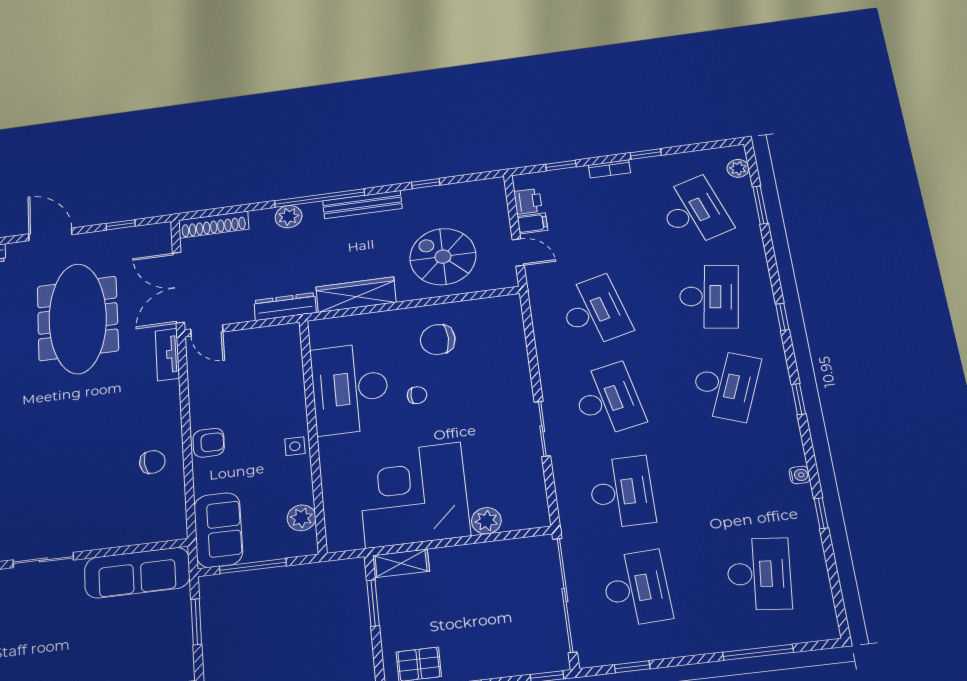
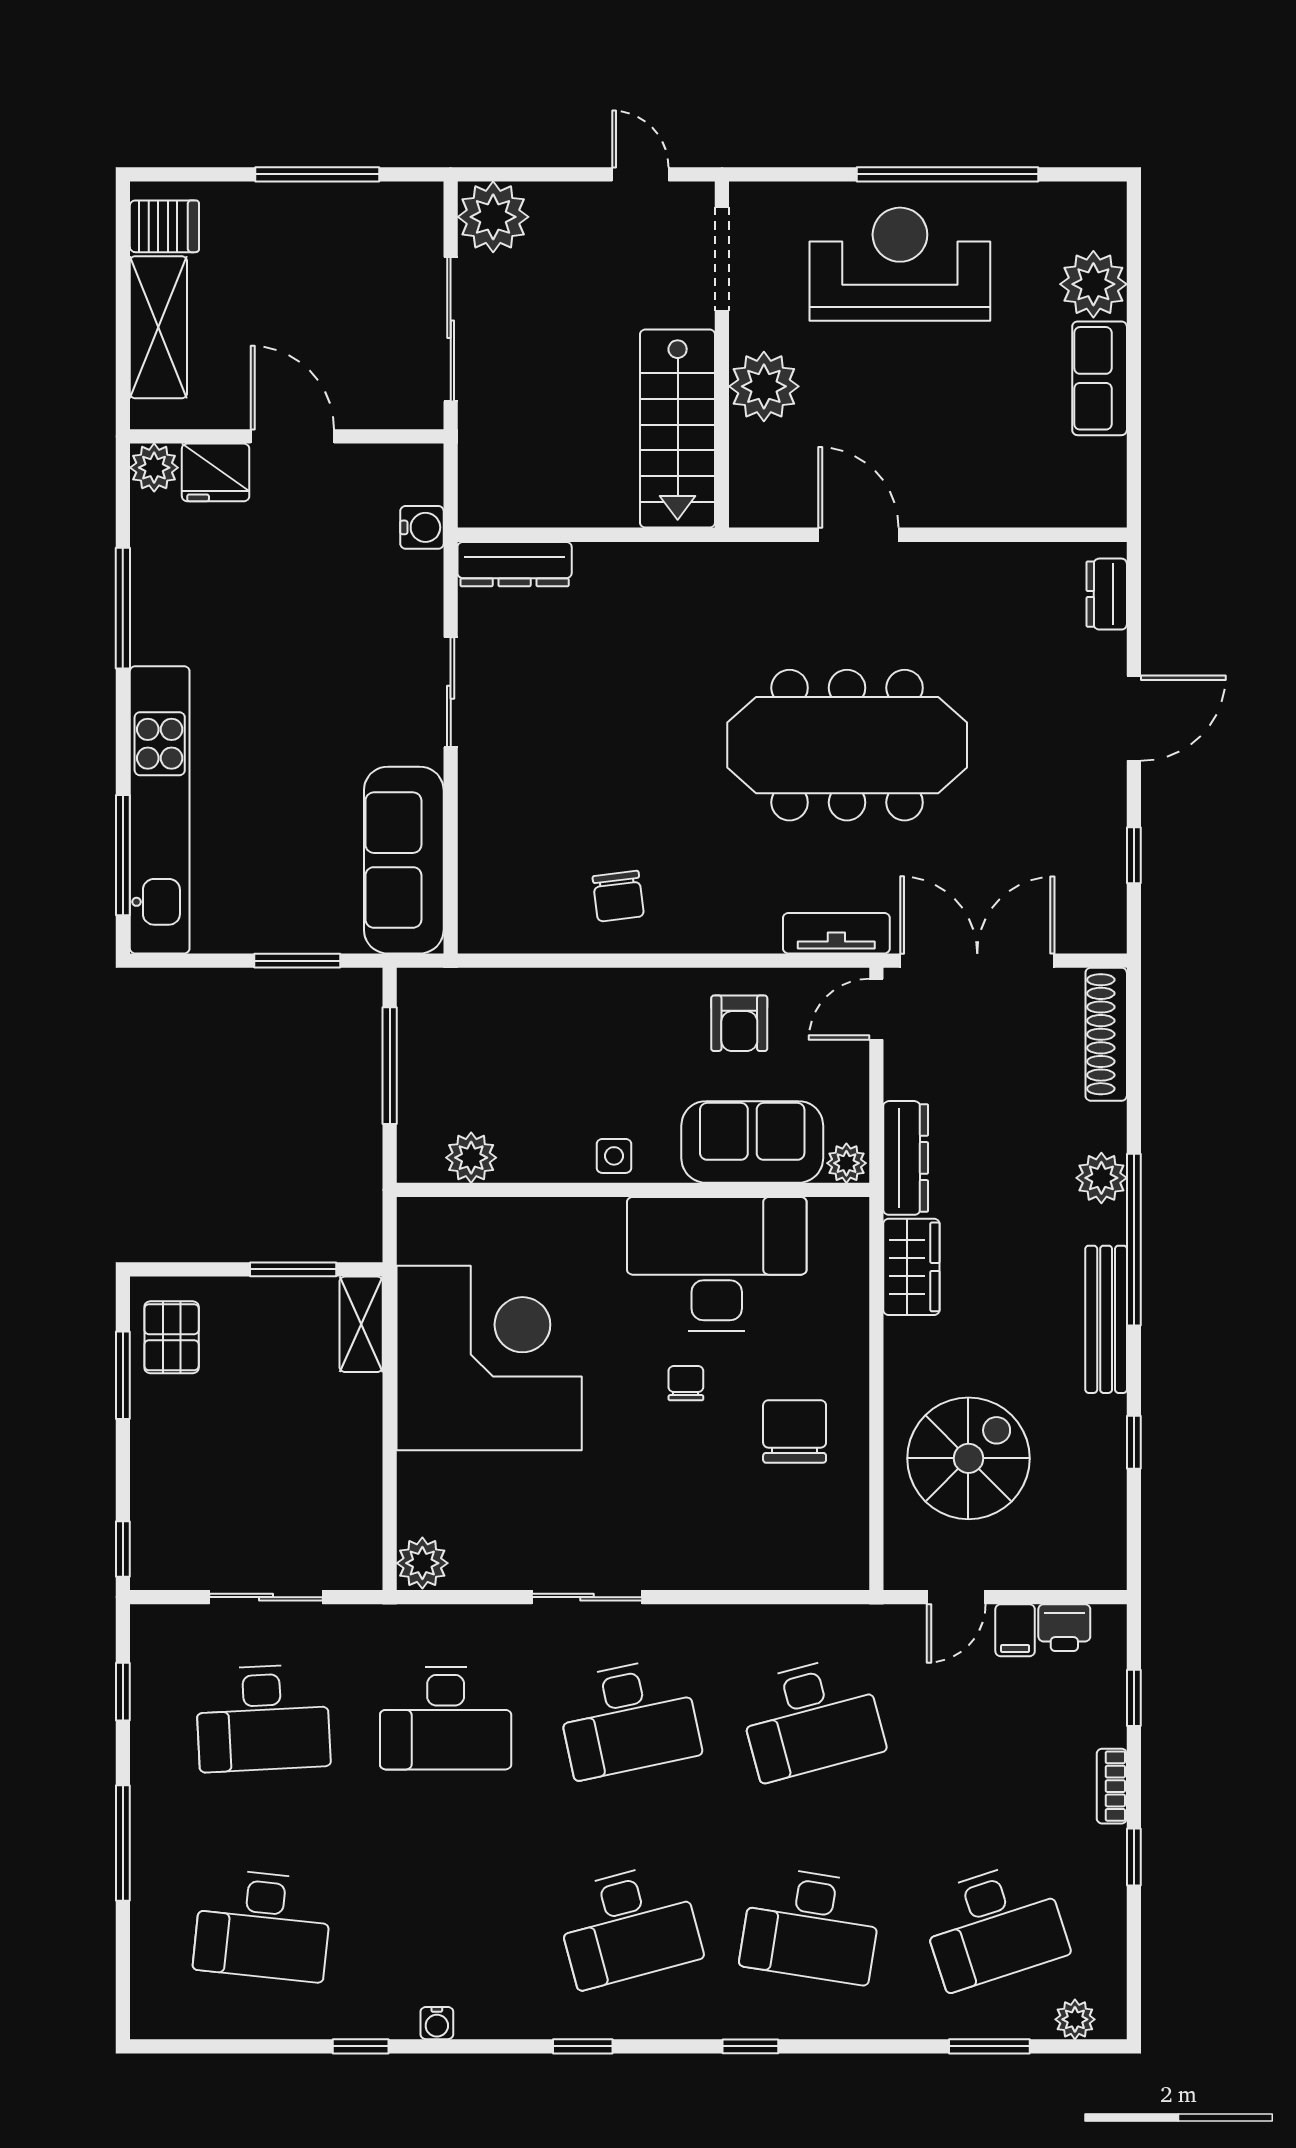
wardrobe: (356, 295) -> (911, 1267), width x0.67
meeting table: (78, 318) -> (847, 745), moved
plant: (290, 334) -> (846, 1163), added
desk: (725, 385) -> (628, 1925), turned -36
chair: (417, 395) -> (686, 1383), turned 180
armchair: (209, 443) -> (739, 1023), moved
plant: (486, 521) -> (422, 1563), moved
sofa: (218, 530) -> (752, 1142), moved, turned 180
sliding door: (565, 595) -> (266, 1597), width x0.54
window: (758, 652) -> (123, 1843), moved

